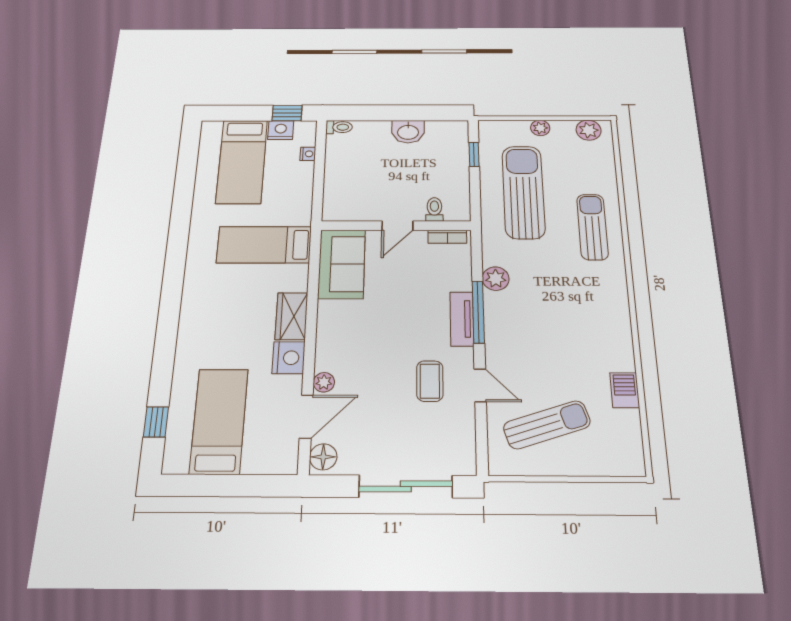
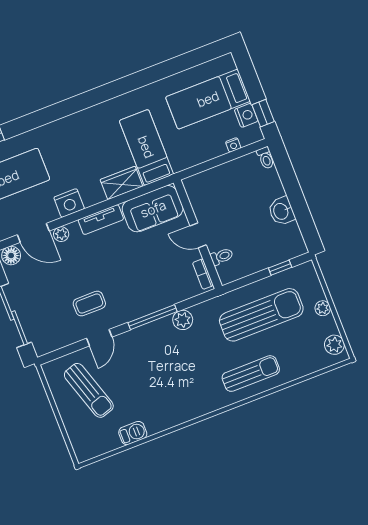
wardrobe: (292, 316) -> (121, 183), moved
tv unit: (462, 319) -> (101, 220), moved, turned 180

